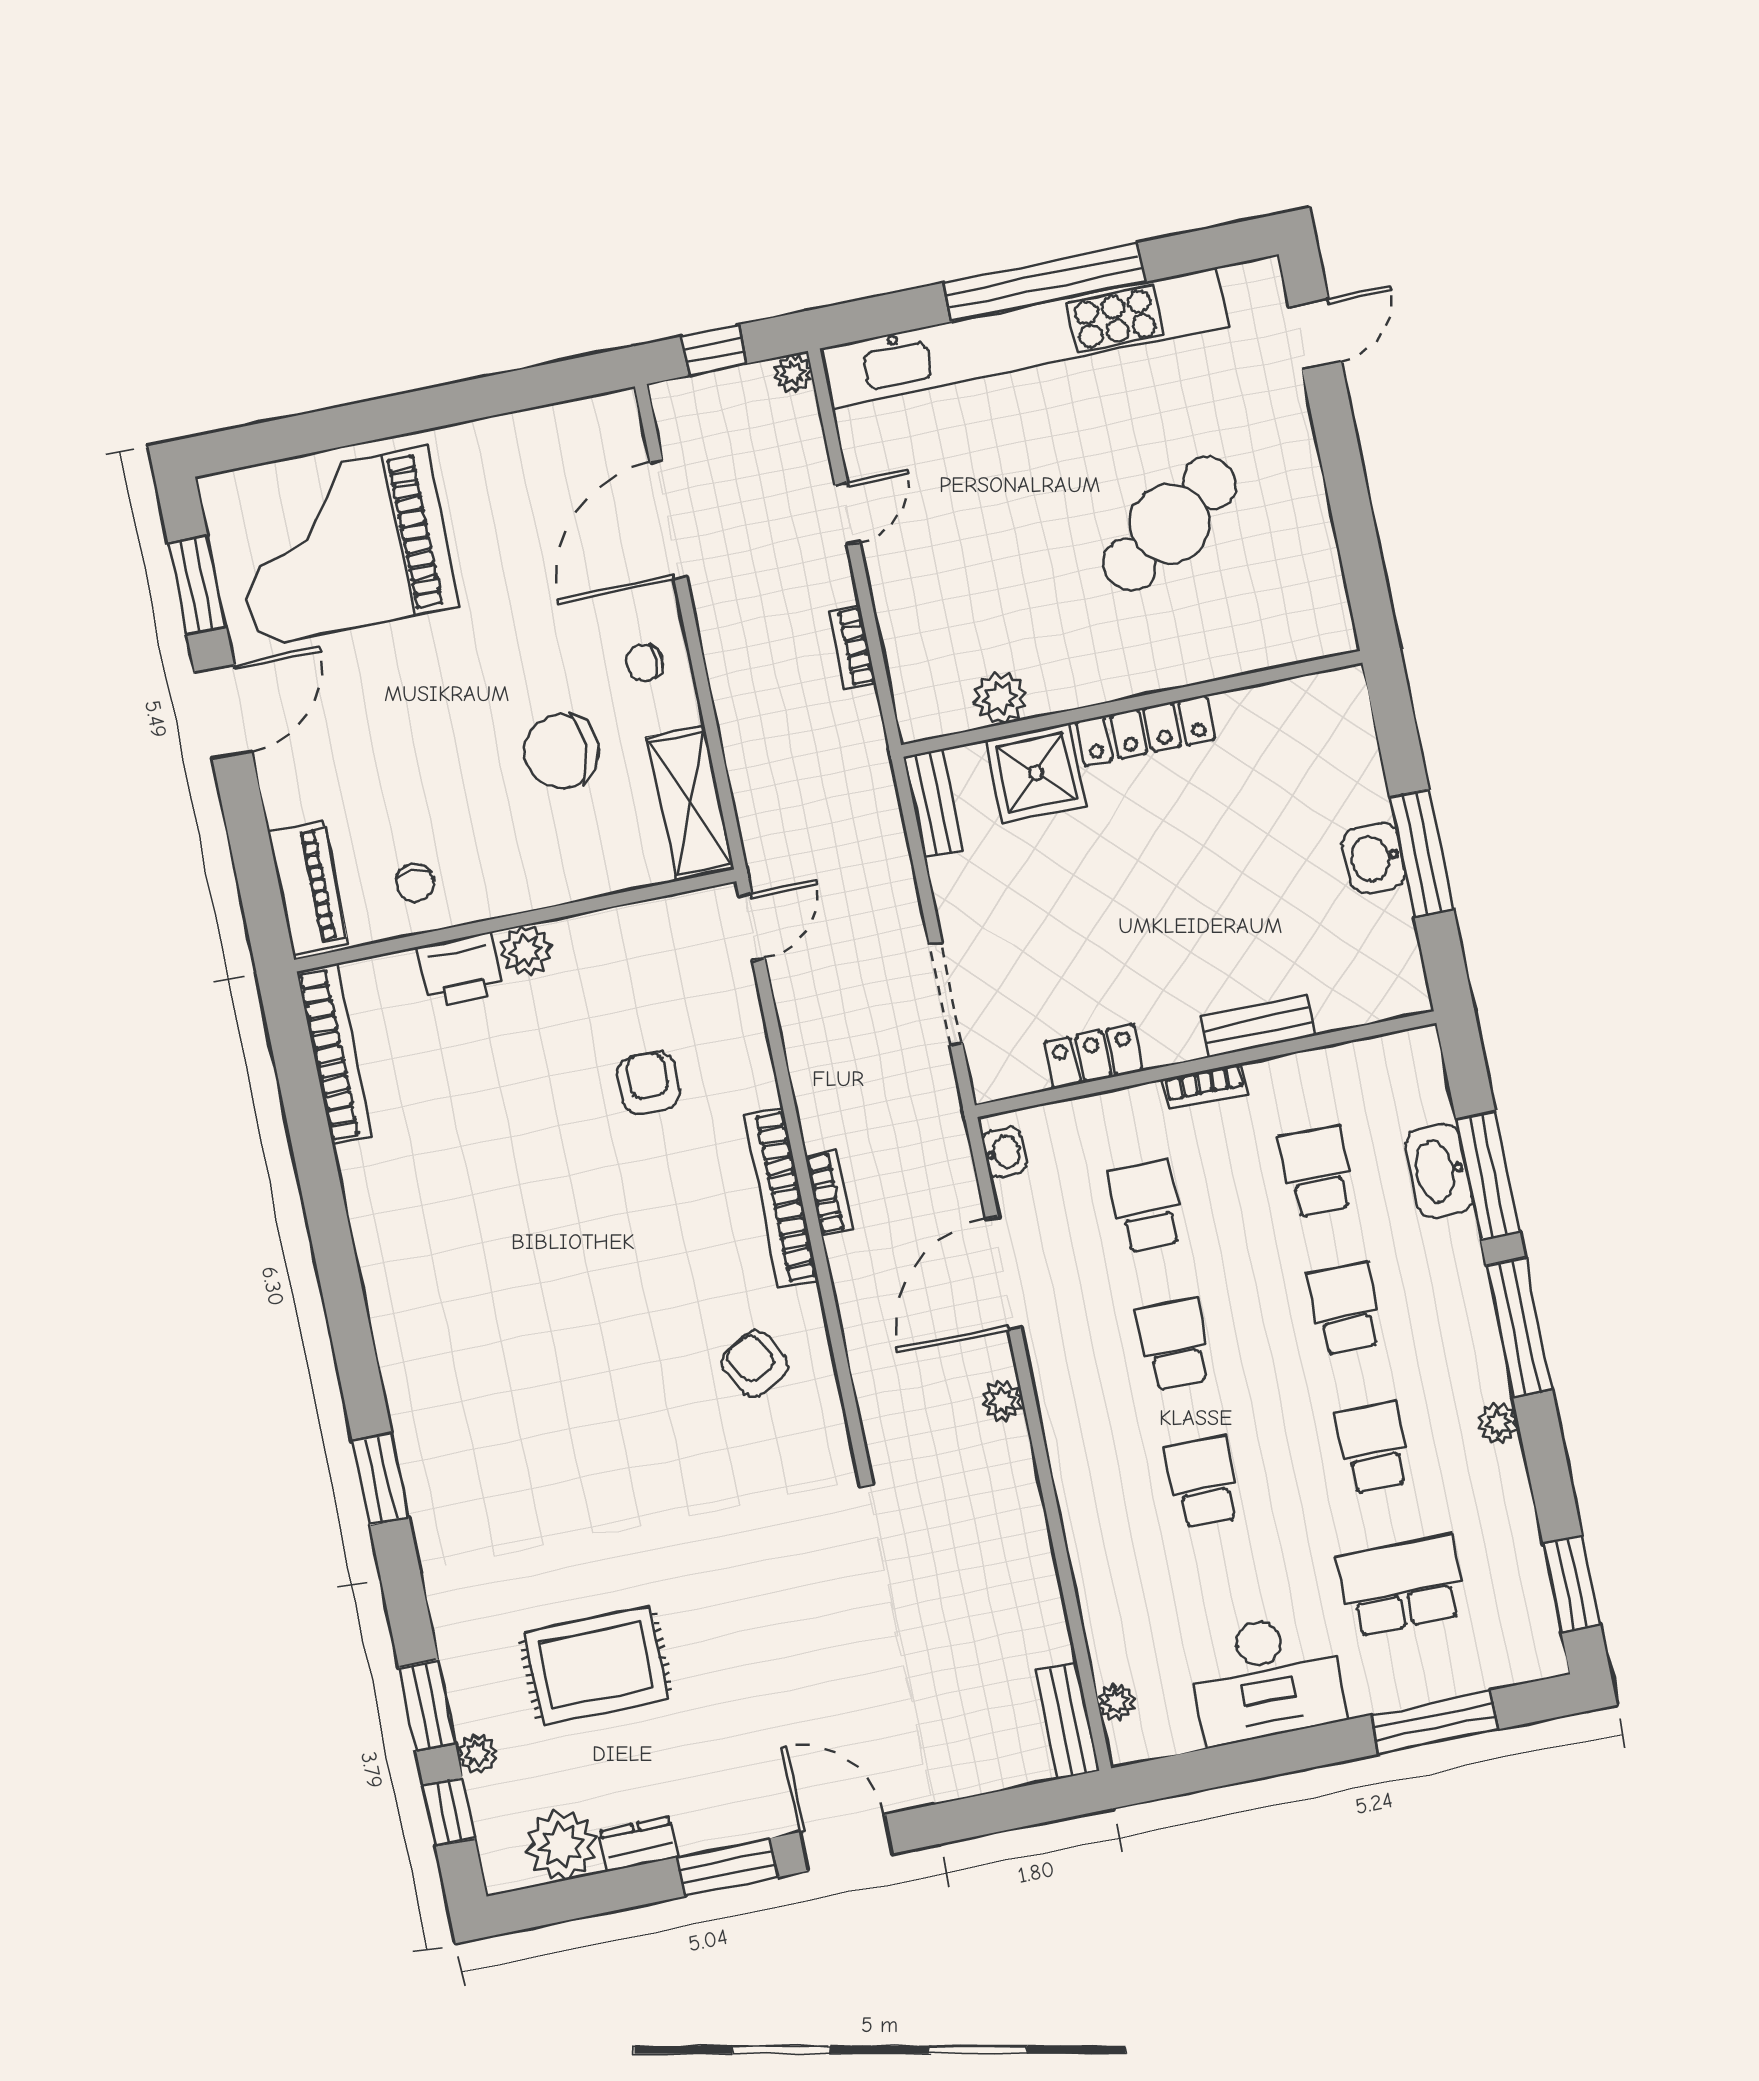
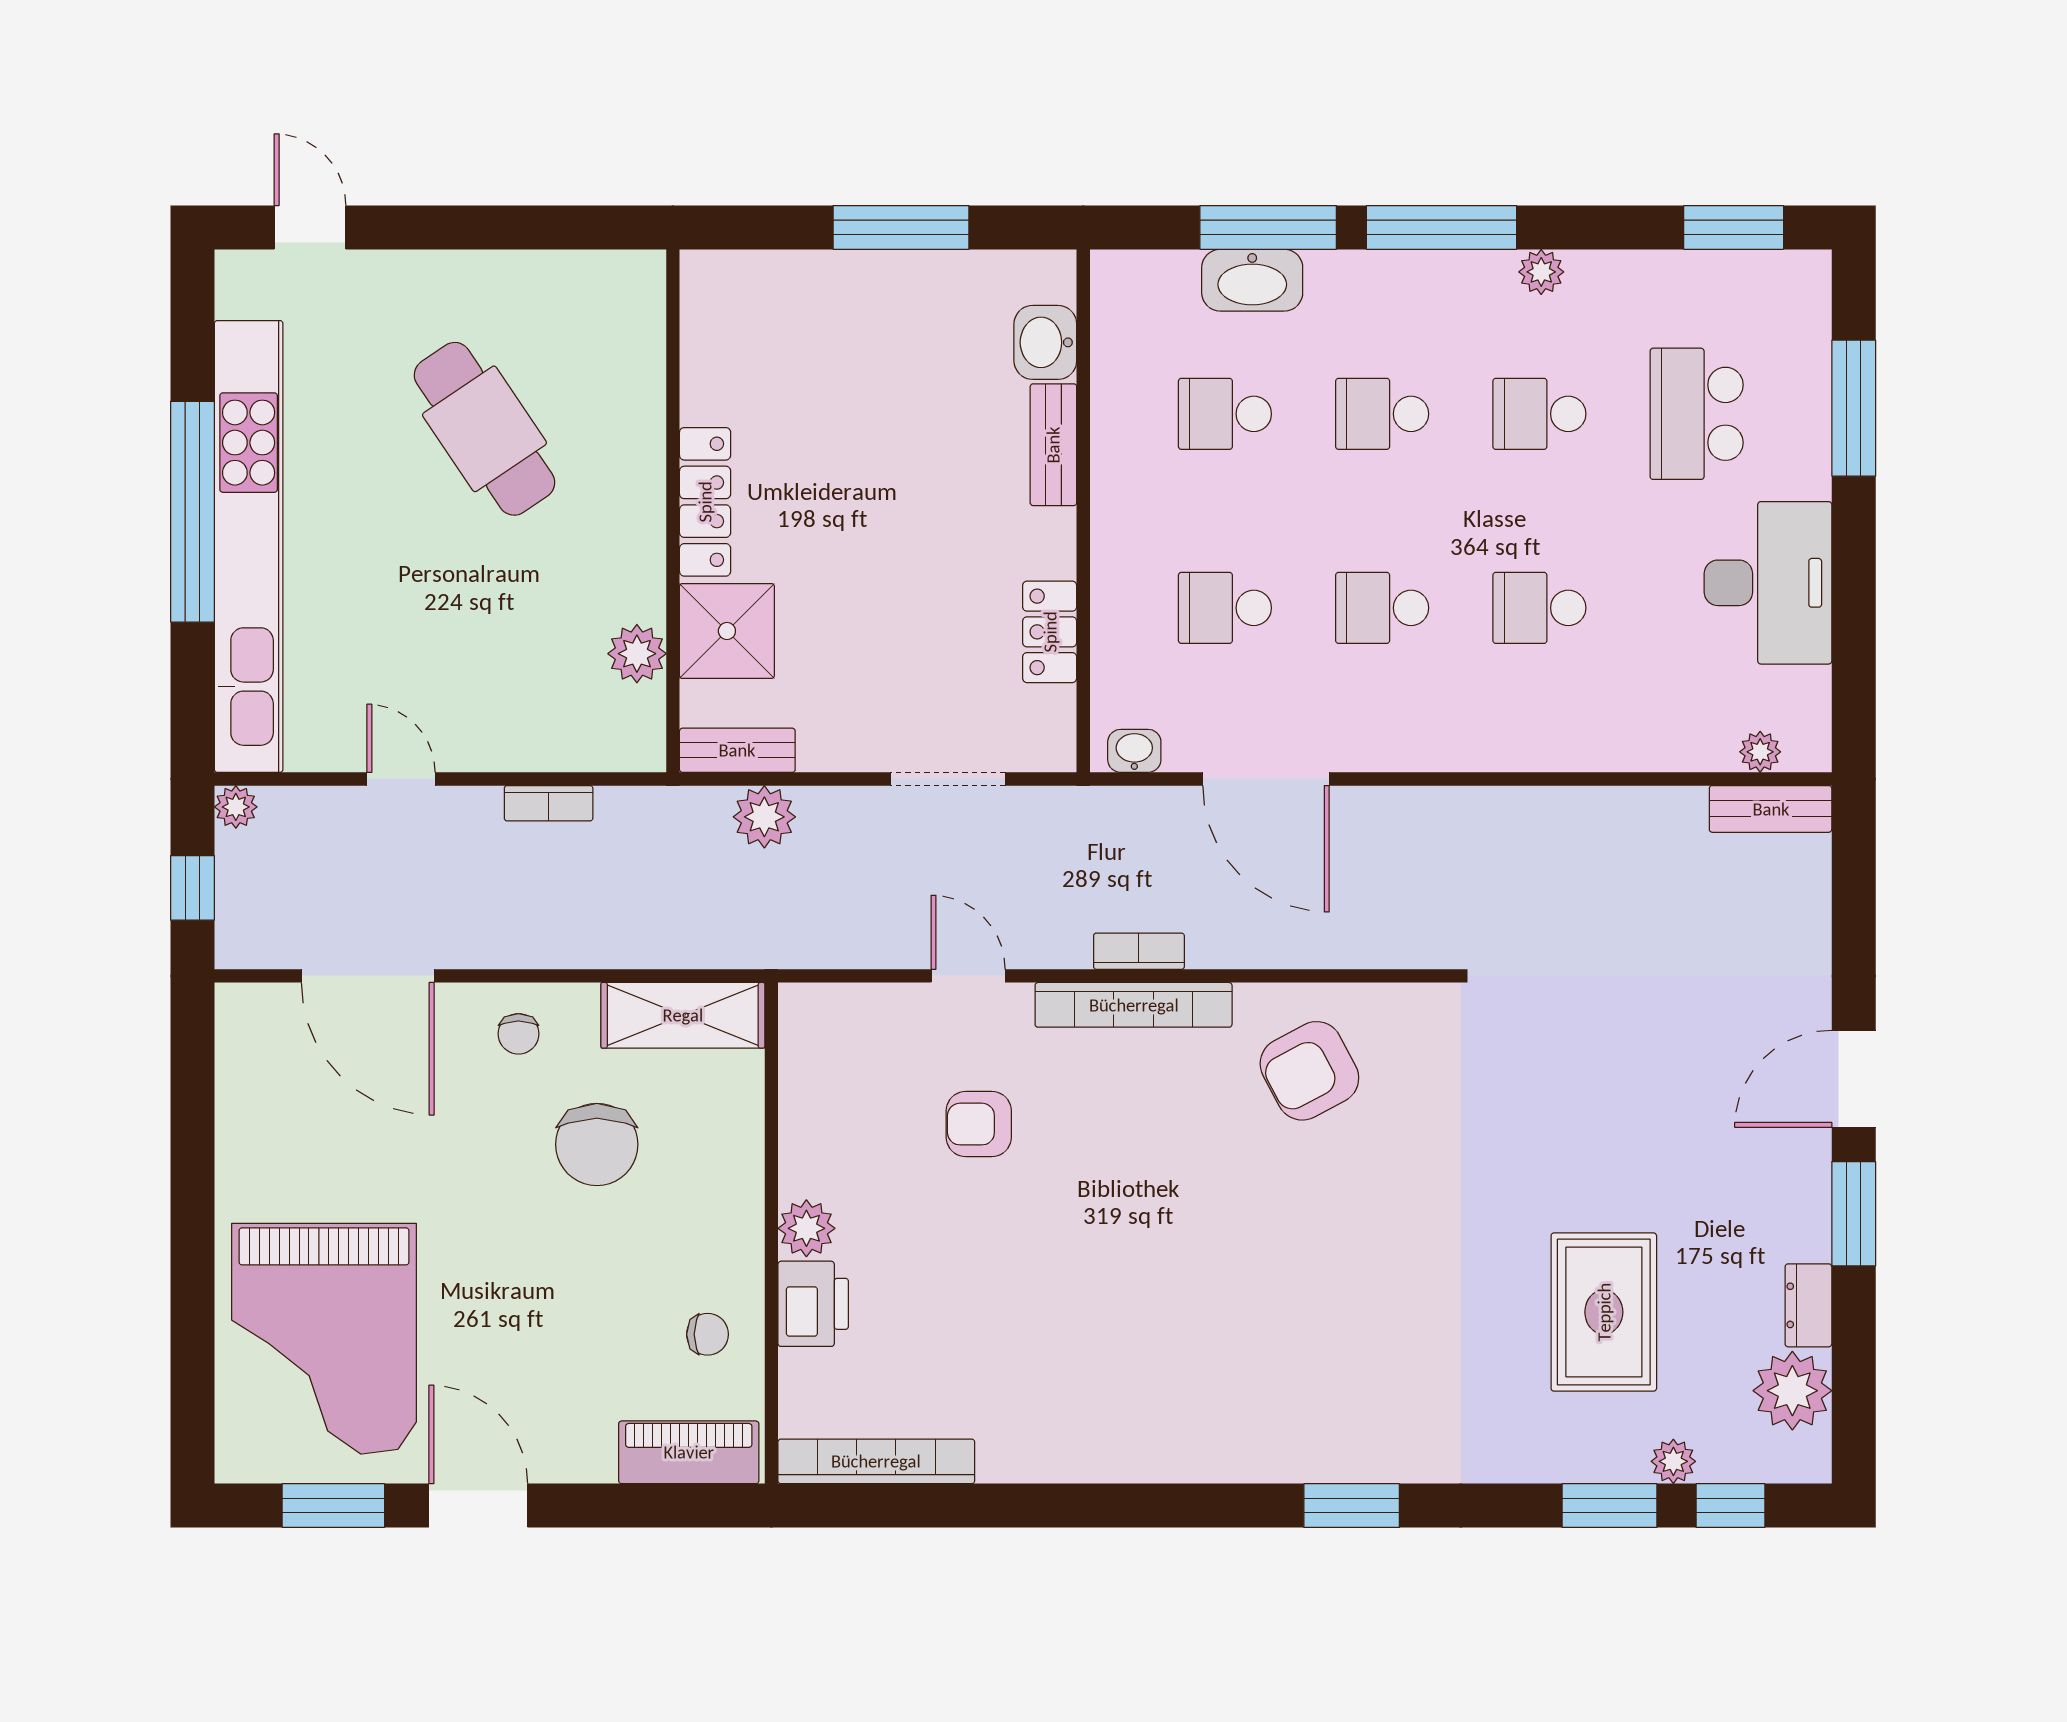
washbasin: (1374, 858) -> (1045, 342), moved, turned 90
door: (752, 927) -> (968, 976), moved
bookcase: (1205, 1086) -> (1107, 516), removed
armchair: (755, 1364) -> (1309, 1071), width x1.38, depth x1.38
plant: (1003, 1401) -> (764, 817), moved, width x1.38, depth x1.38

